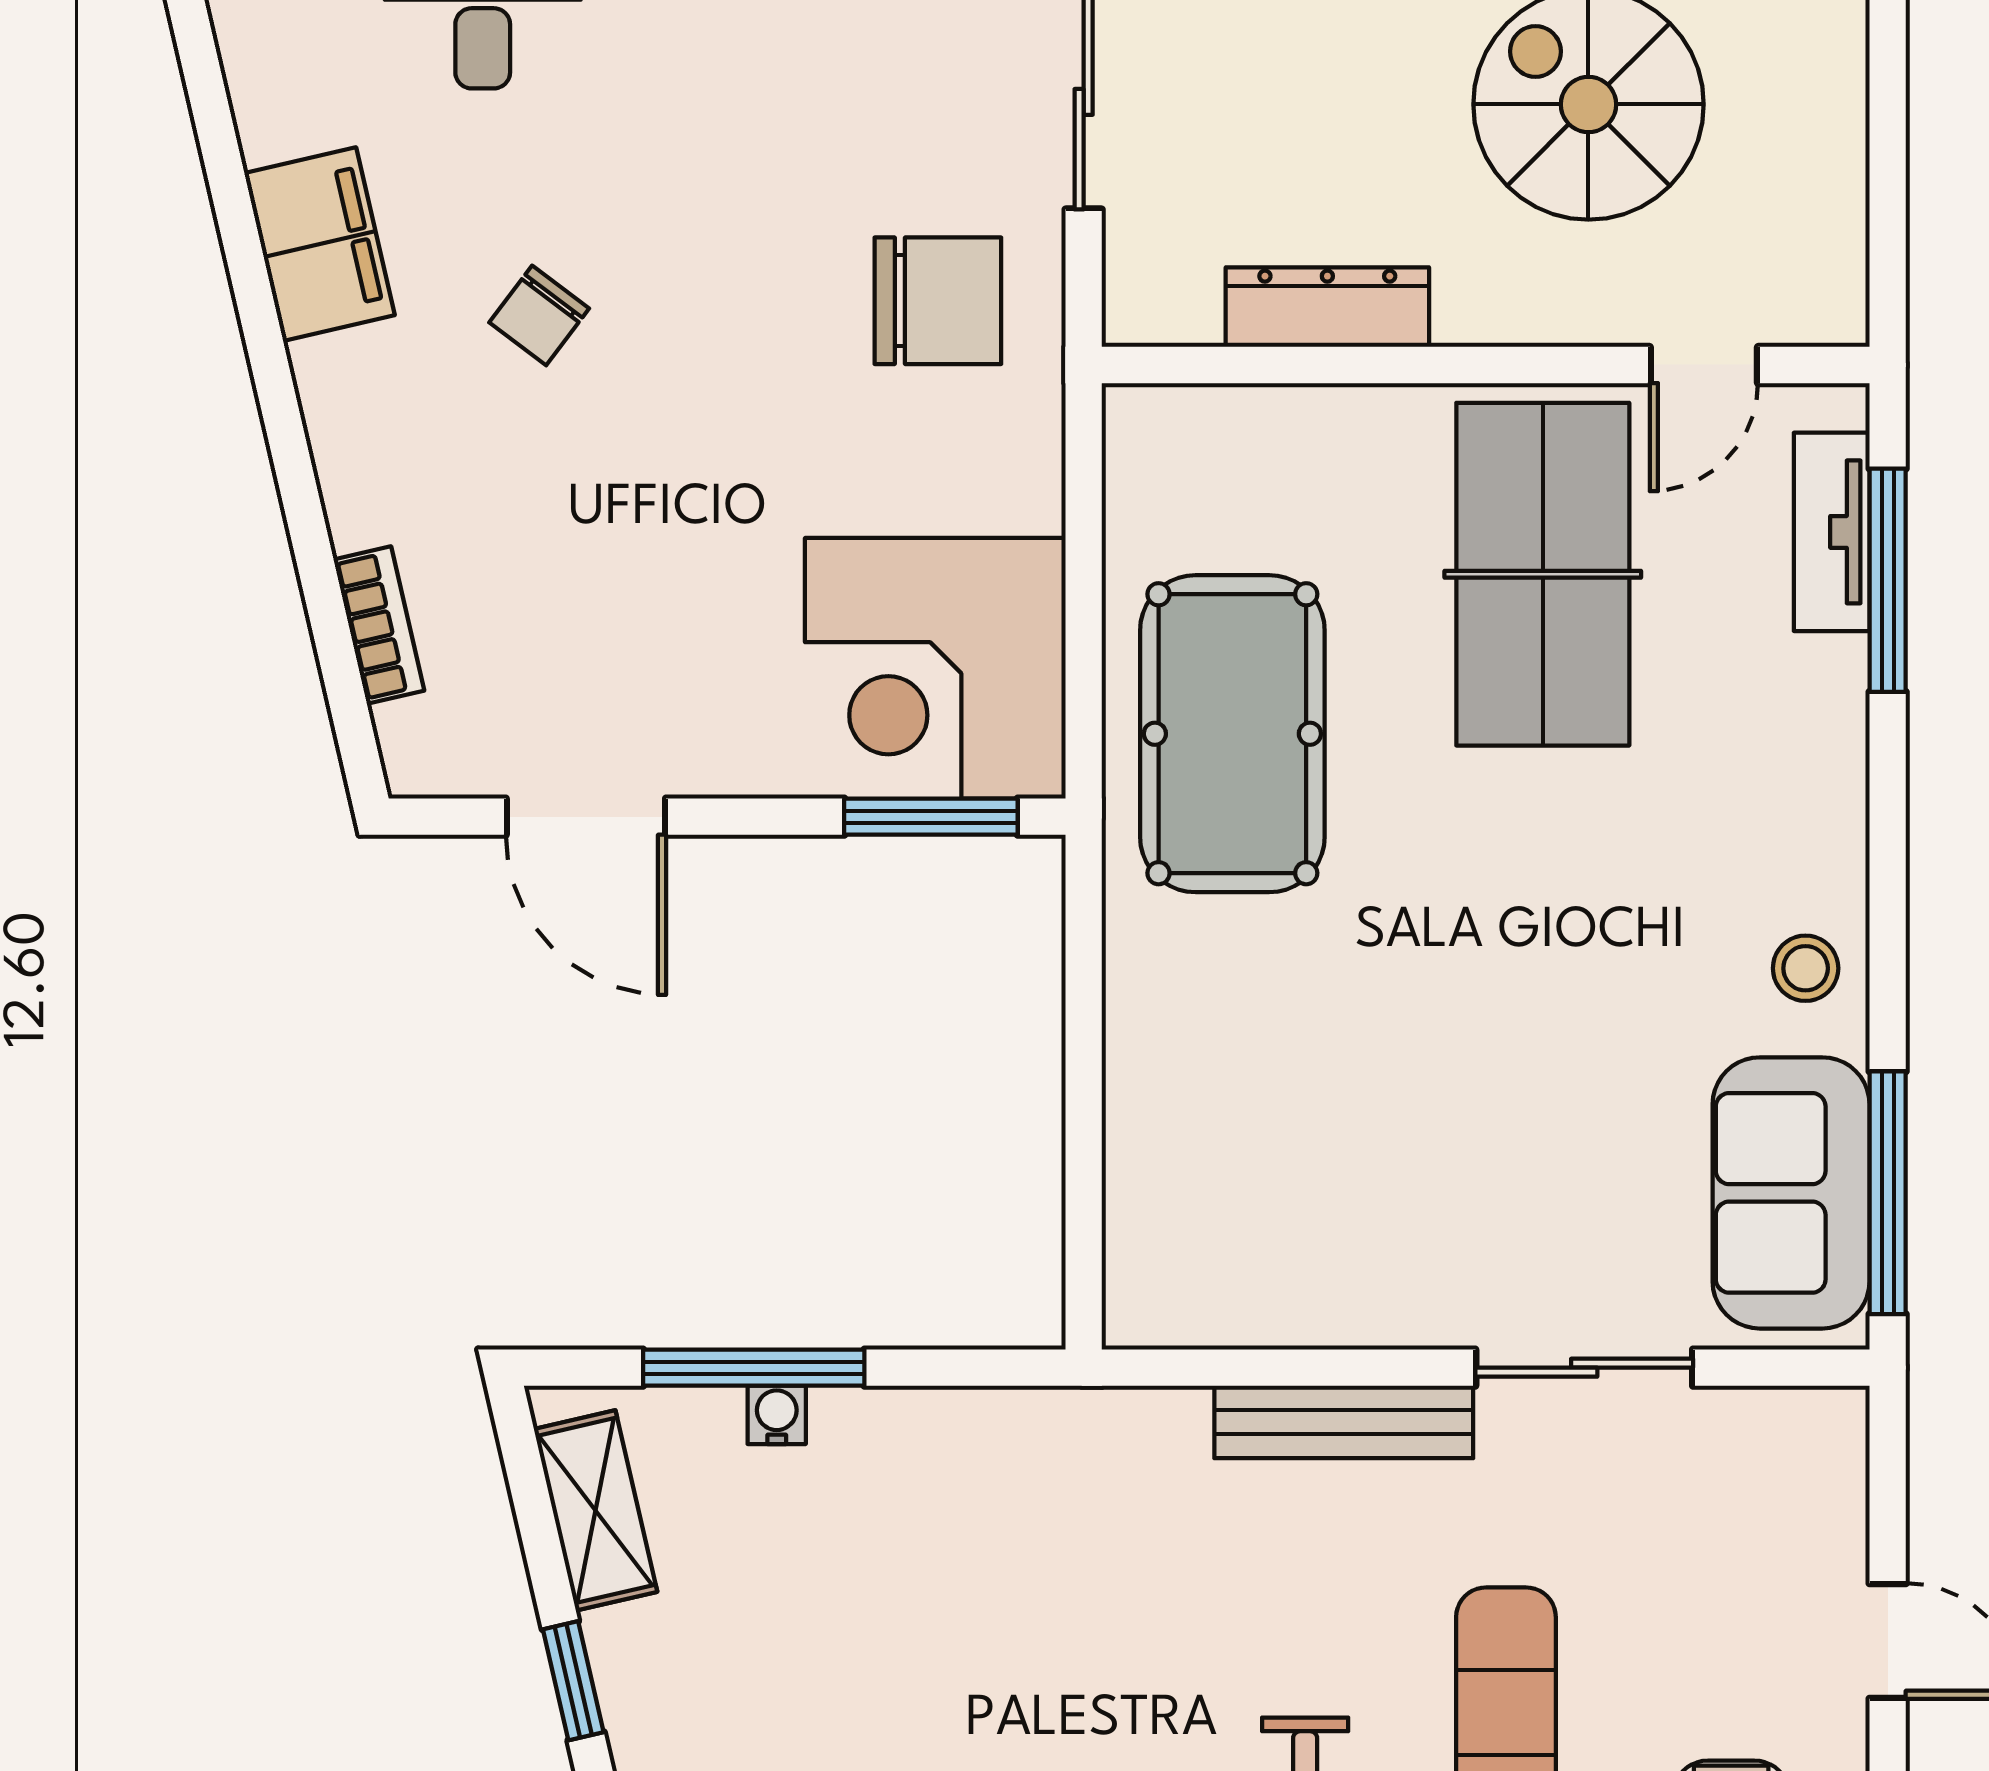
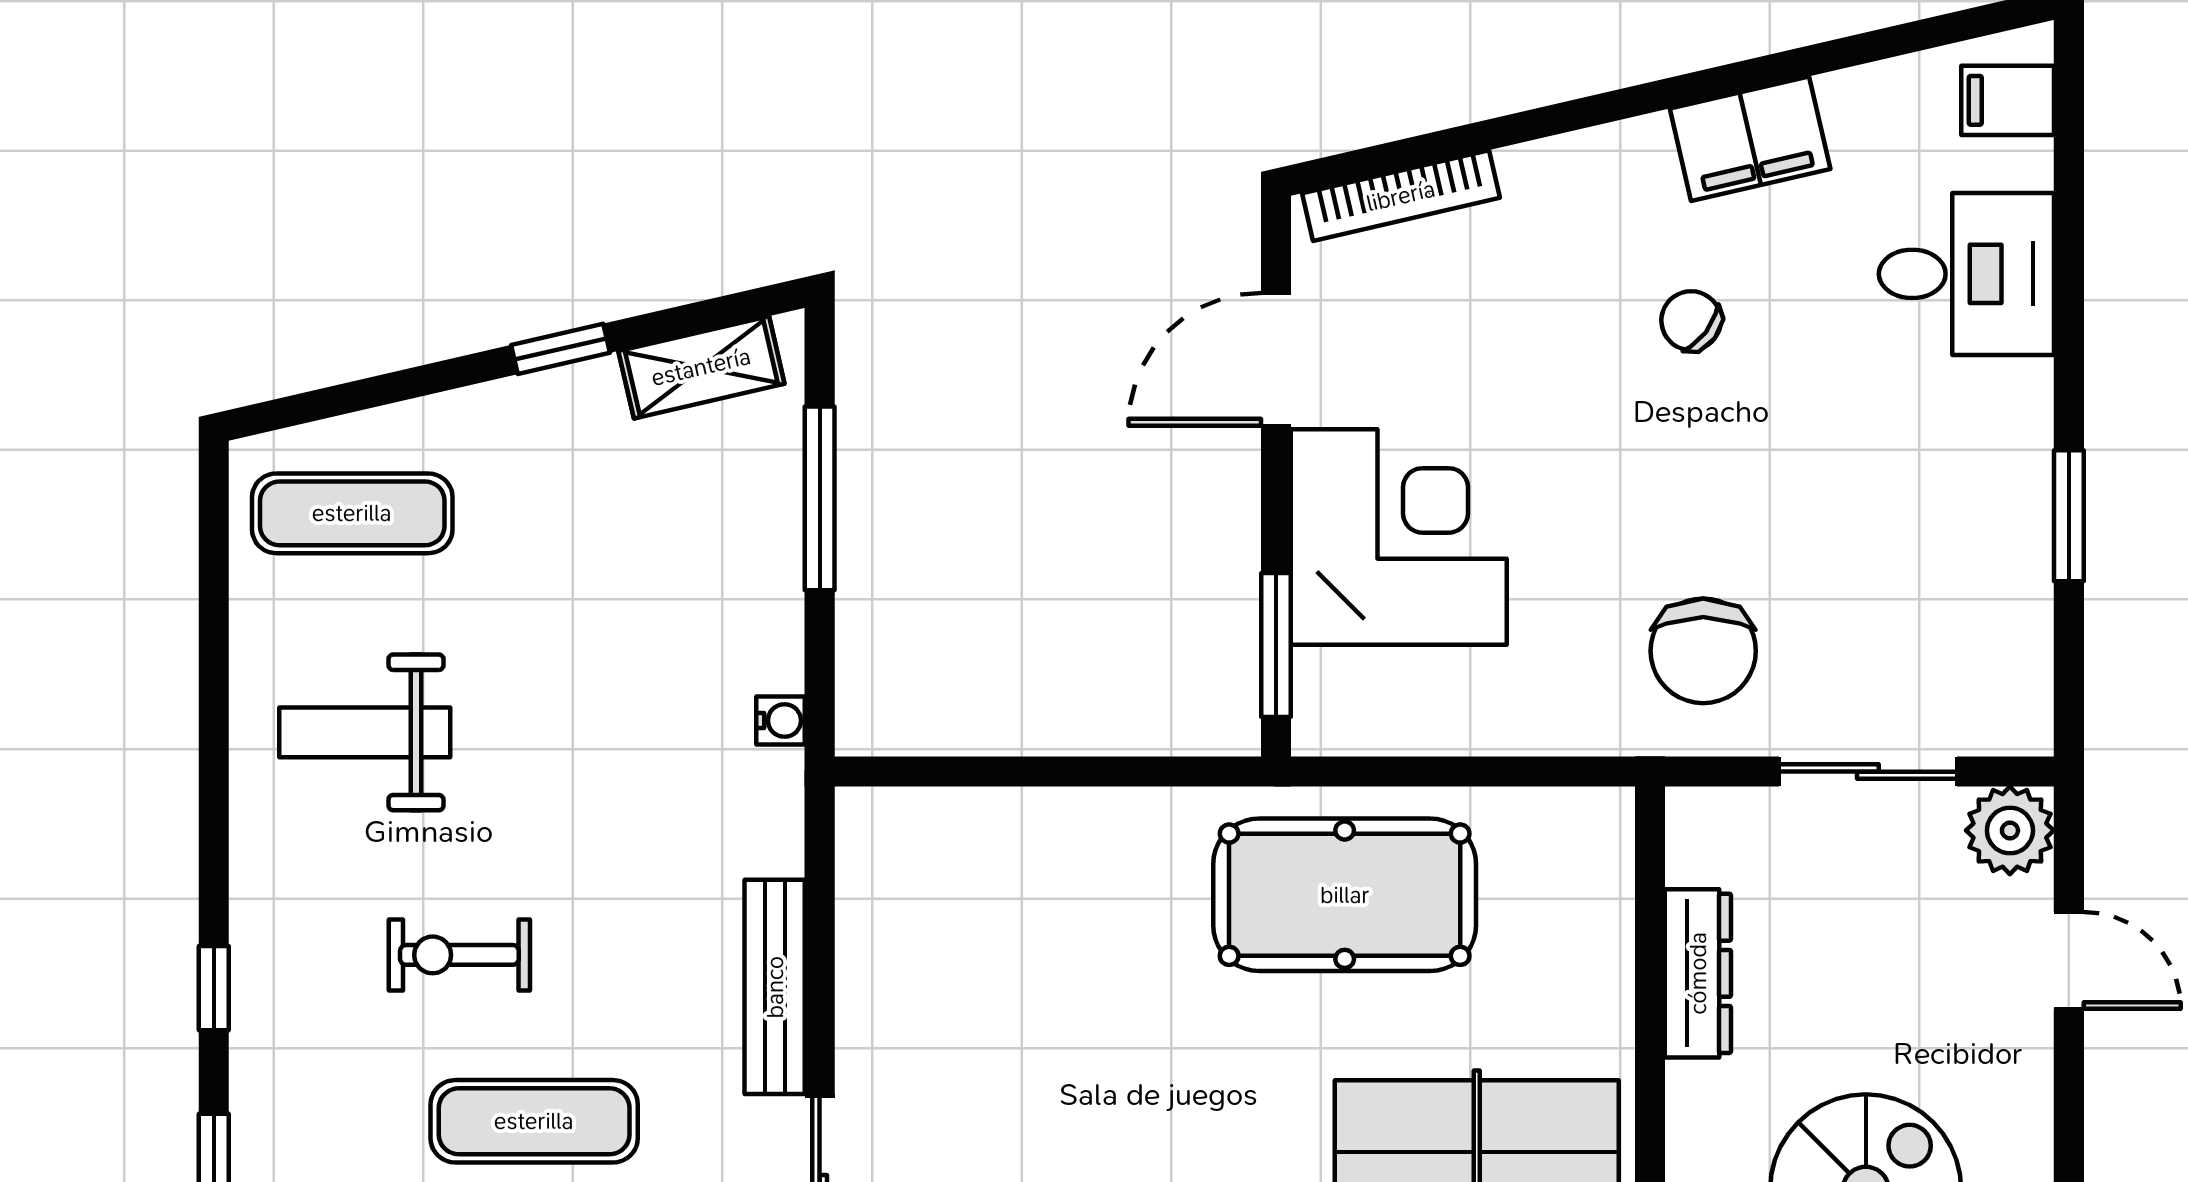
bookcase: (379, 625) -> (1401, 196), width x1.56
corner desk: (935, 668) -> (1399, 537), moved, turned 90
water cooler: (777, 1415) -> (781, 721), moved

